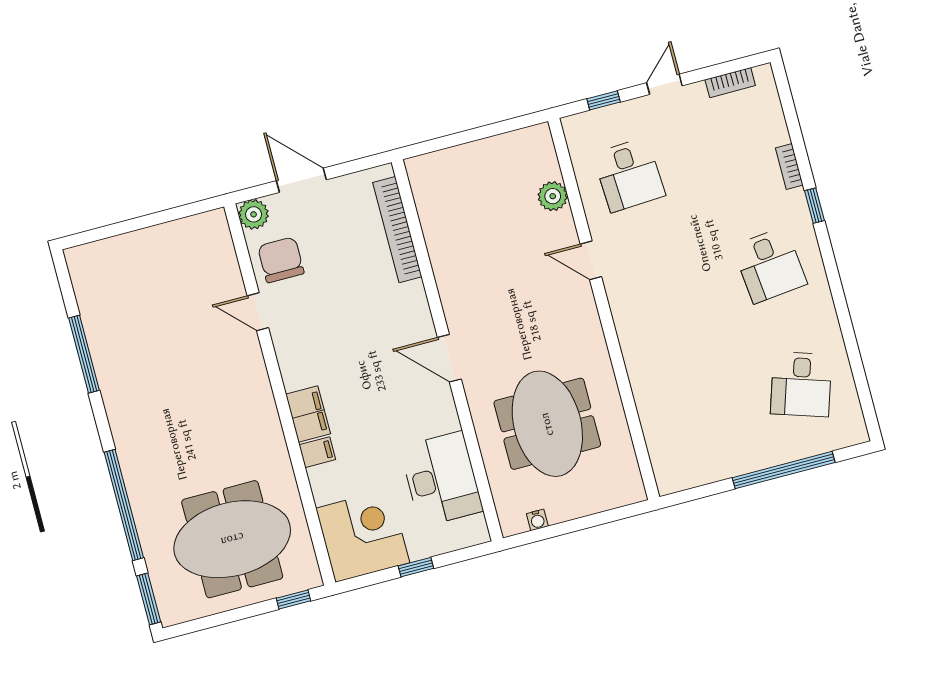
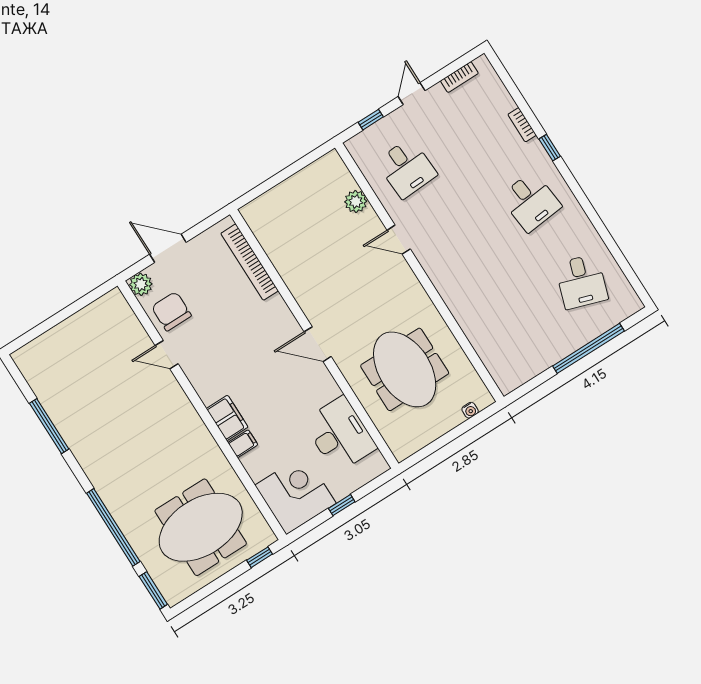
water cooler: (537, 520) -> (470, 410), moved

